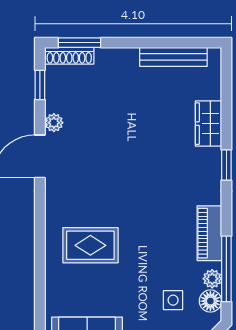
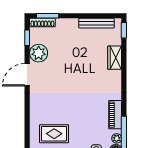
plant: (54, 123) -> (39, 53), width x1.87, depth x1.87
window: (226, 165) -> (124, 30), moved
rug: (90, 245) -> (54, 134), moved

